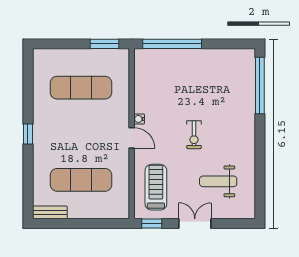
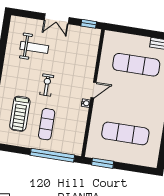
exercise mat: (186, 83) -> (47, 124), added
door: (132, 138) -> (94, 90), swing flipped
treadmill: (156, 187) -> (20, 114), moved

